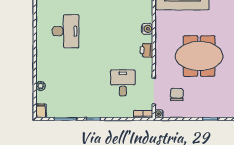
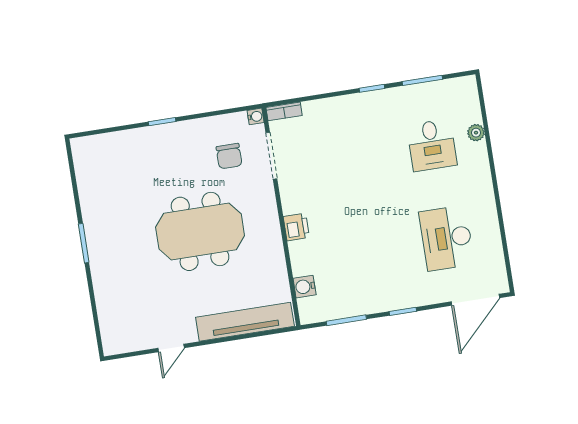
water cooler: (147, 29) -> (305, 287), moved
desk: (123, 83) -> (432, 145), moved
filing cabinet: (41, 111) -> (468, 88), removed

